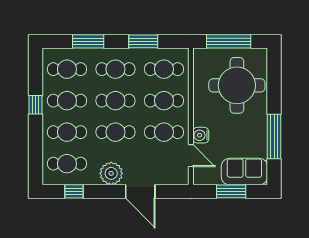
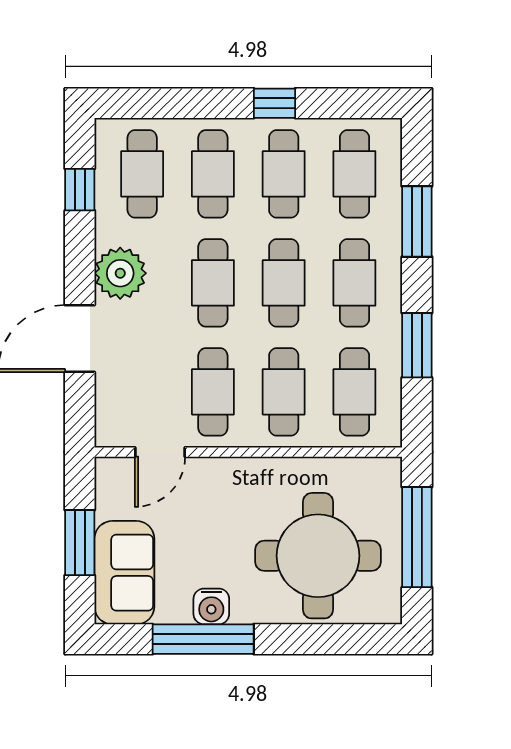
water cooler: (201, 135) -> (211, 606), moved, turned 180

